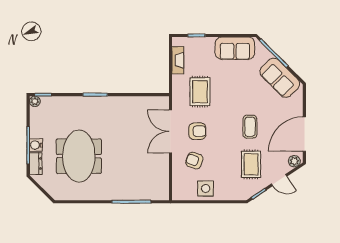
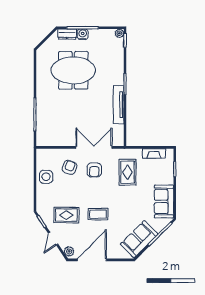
rug: (200, 92) -> (127, 172), turned 90
tv unit: (120, 102) -> (119, 105), added
door: (304, 134) -> (92, 260), hinge flipped

